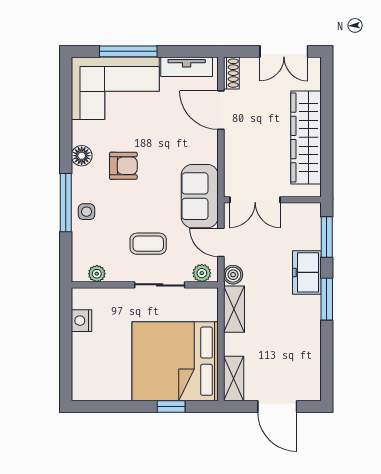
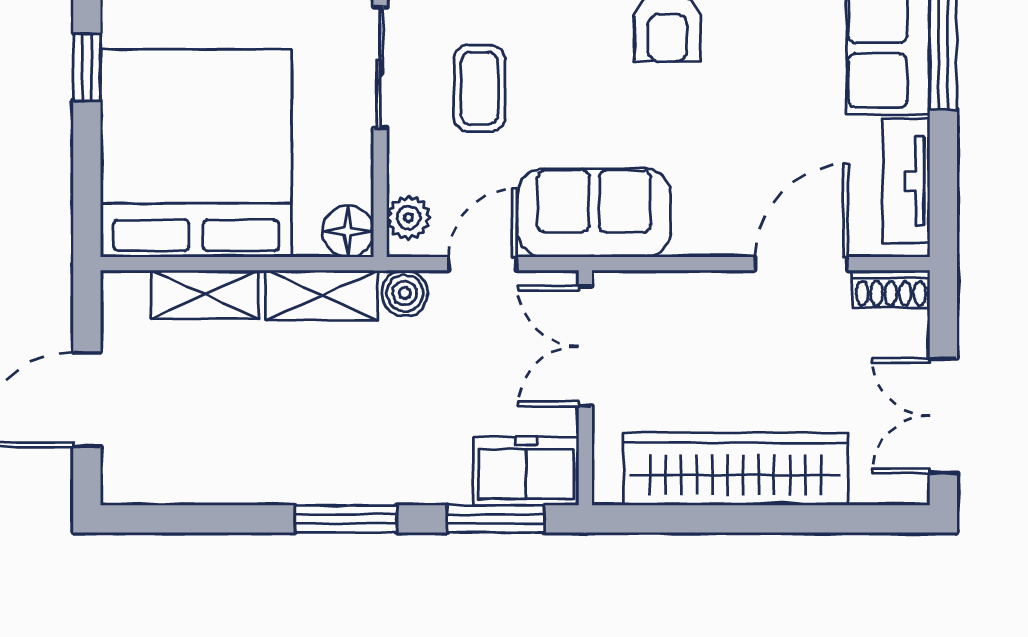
freezer: (307, 272) -> (526, 471), moved
sliding door: (160, 285) -> (380, 67), moved
floor lamp: (207, 298) -> (348, 231), added
shelving: (234, 378) -> (205, 294), moved
window: (171, 406) -> (87, 67), moved

